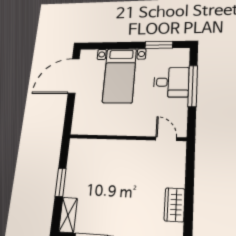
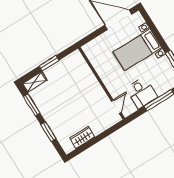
desk: (171, 82) -> (142, 93), moved

